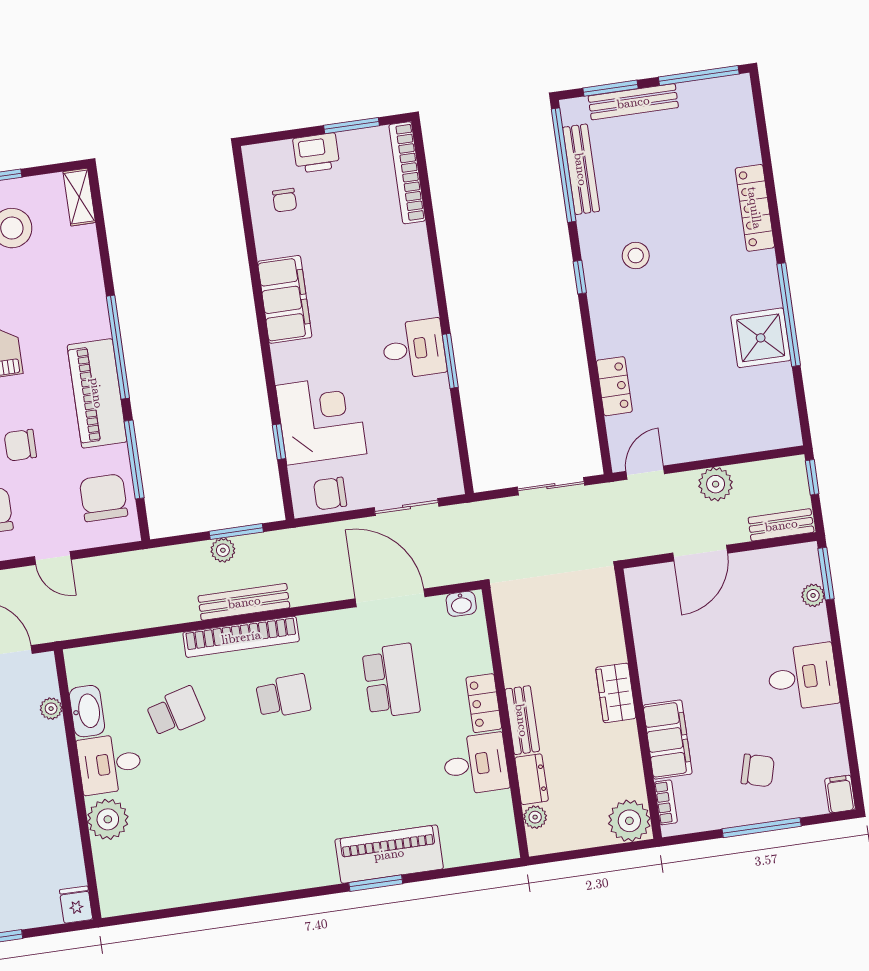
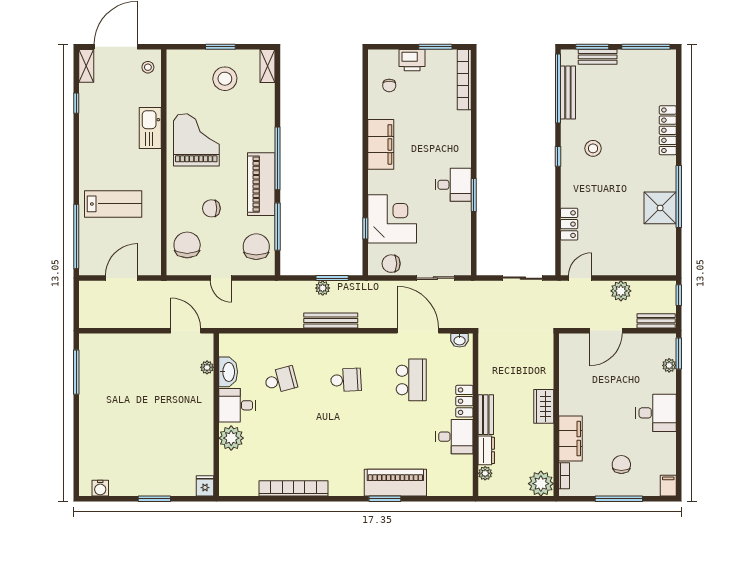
bench: (633, 102) -> (598, 57), width x0.73
bookcase: (241, 637) -> (294, 488), moved, turned 180
chair: (758, 770) -> (621, 465), turned -105

